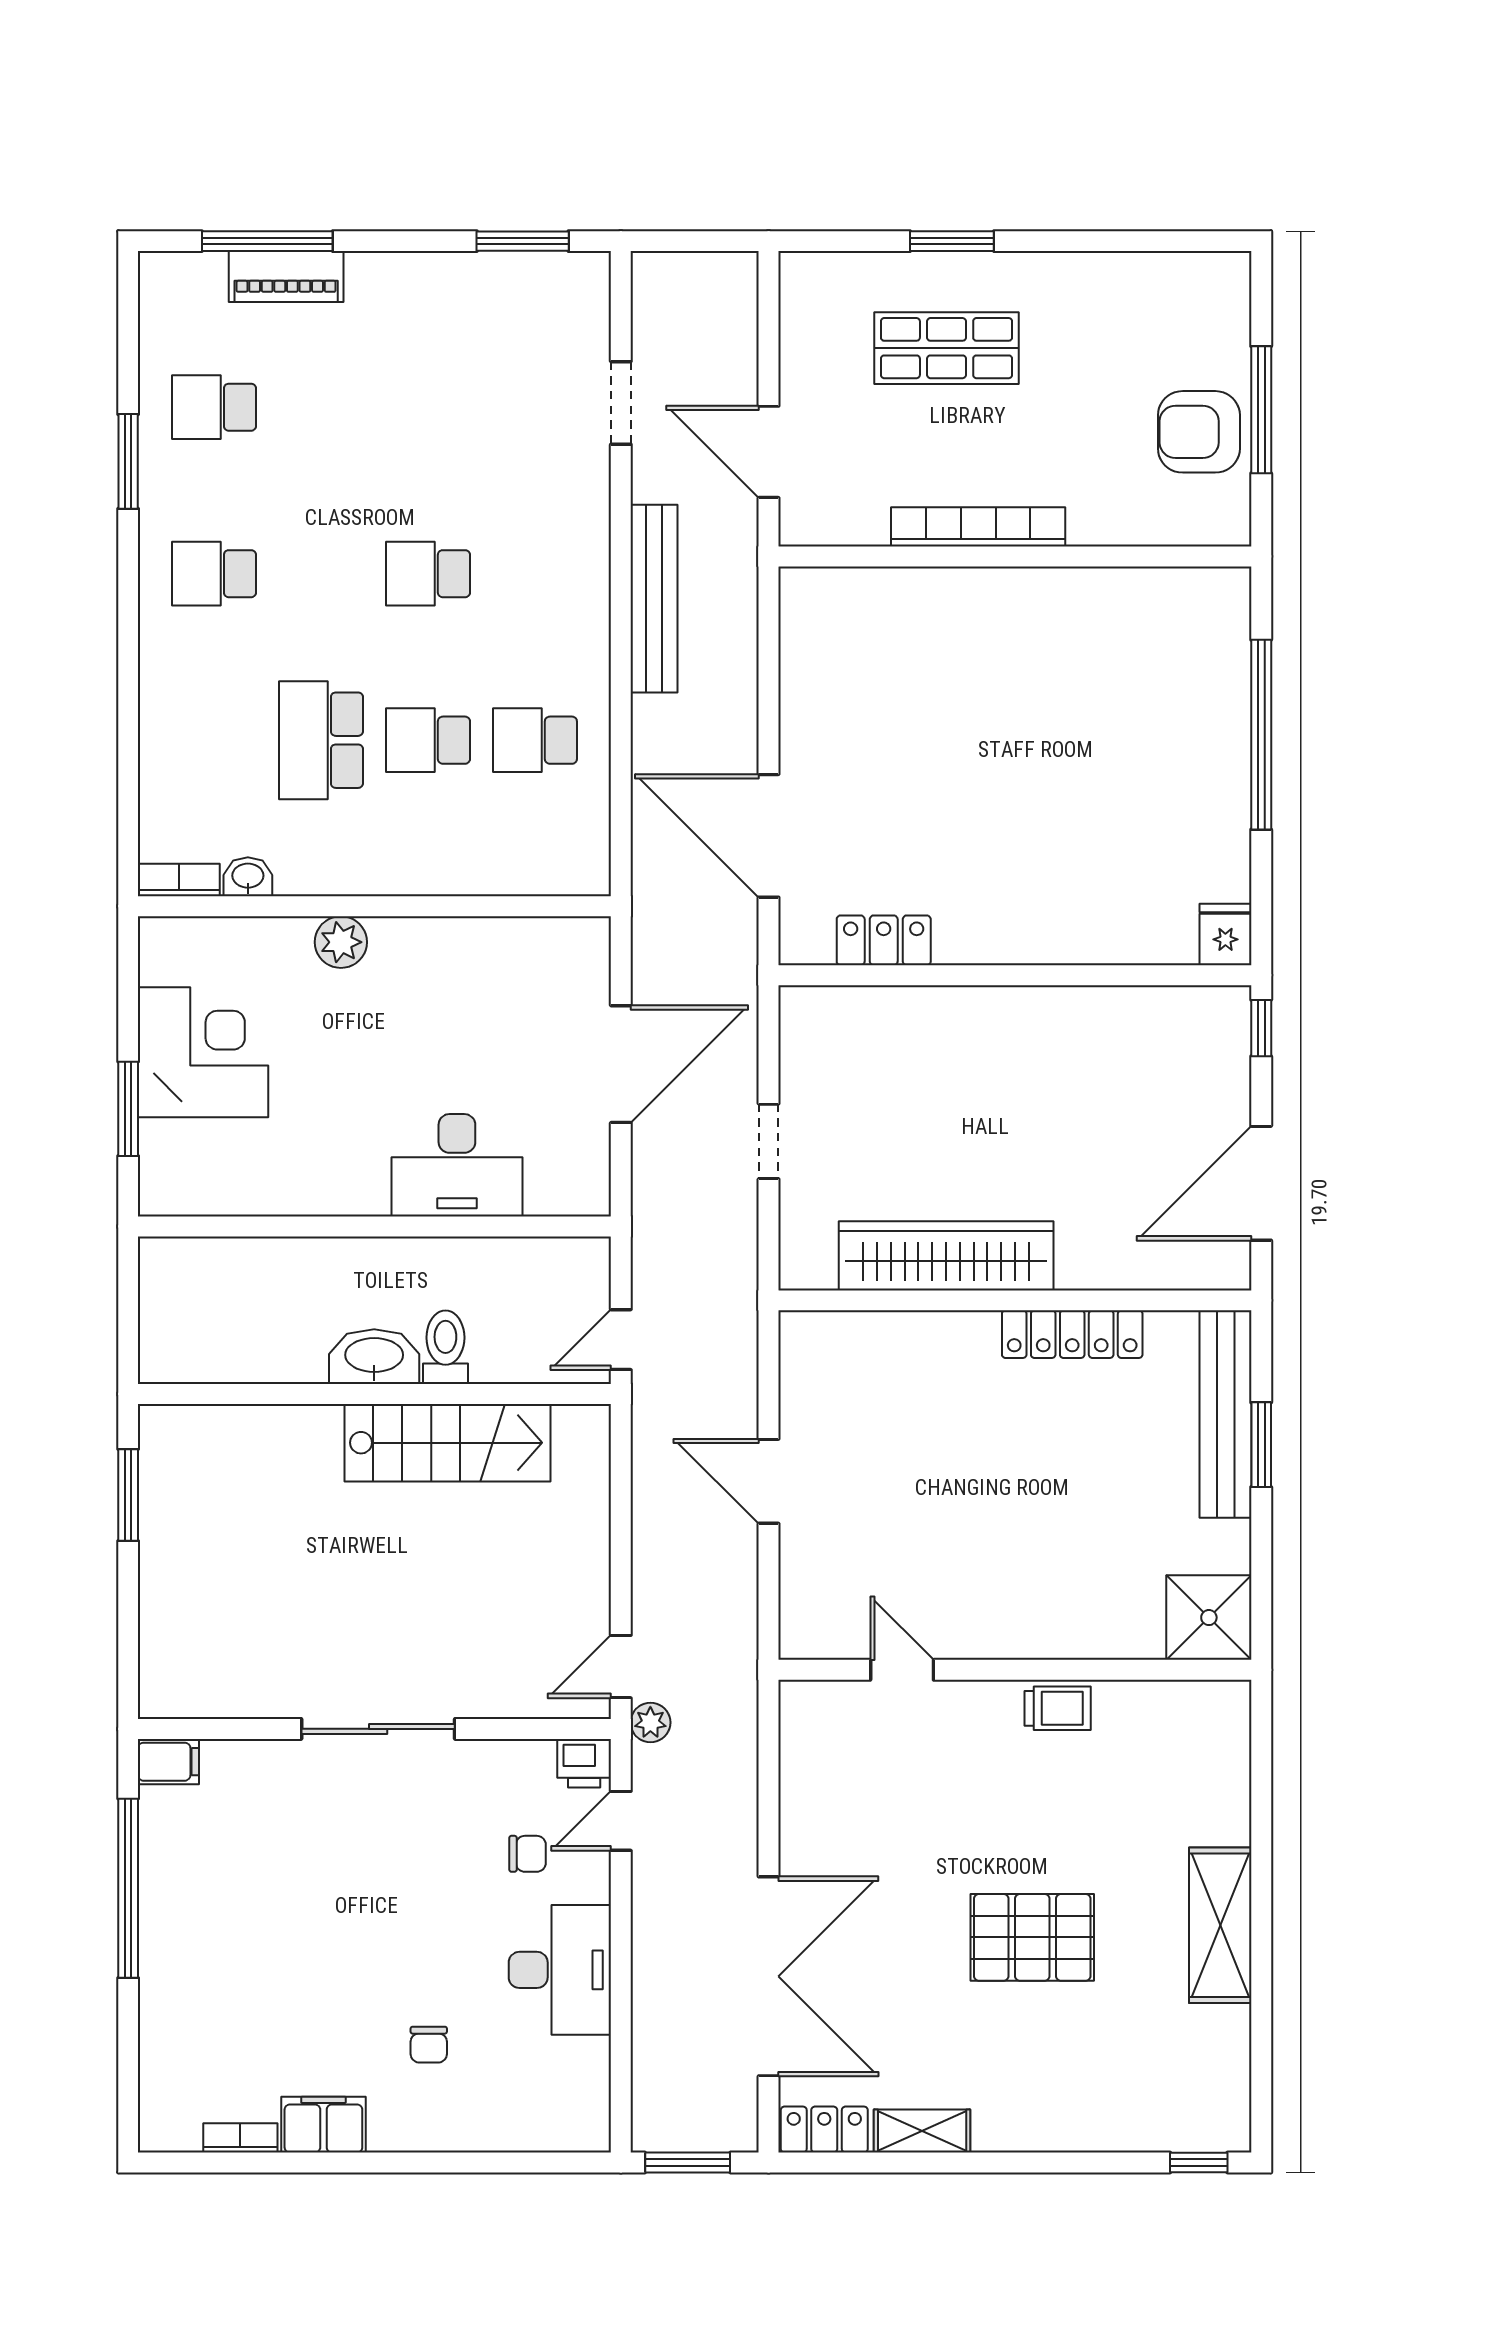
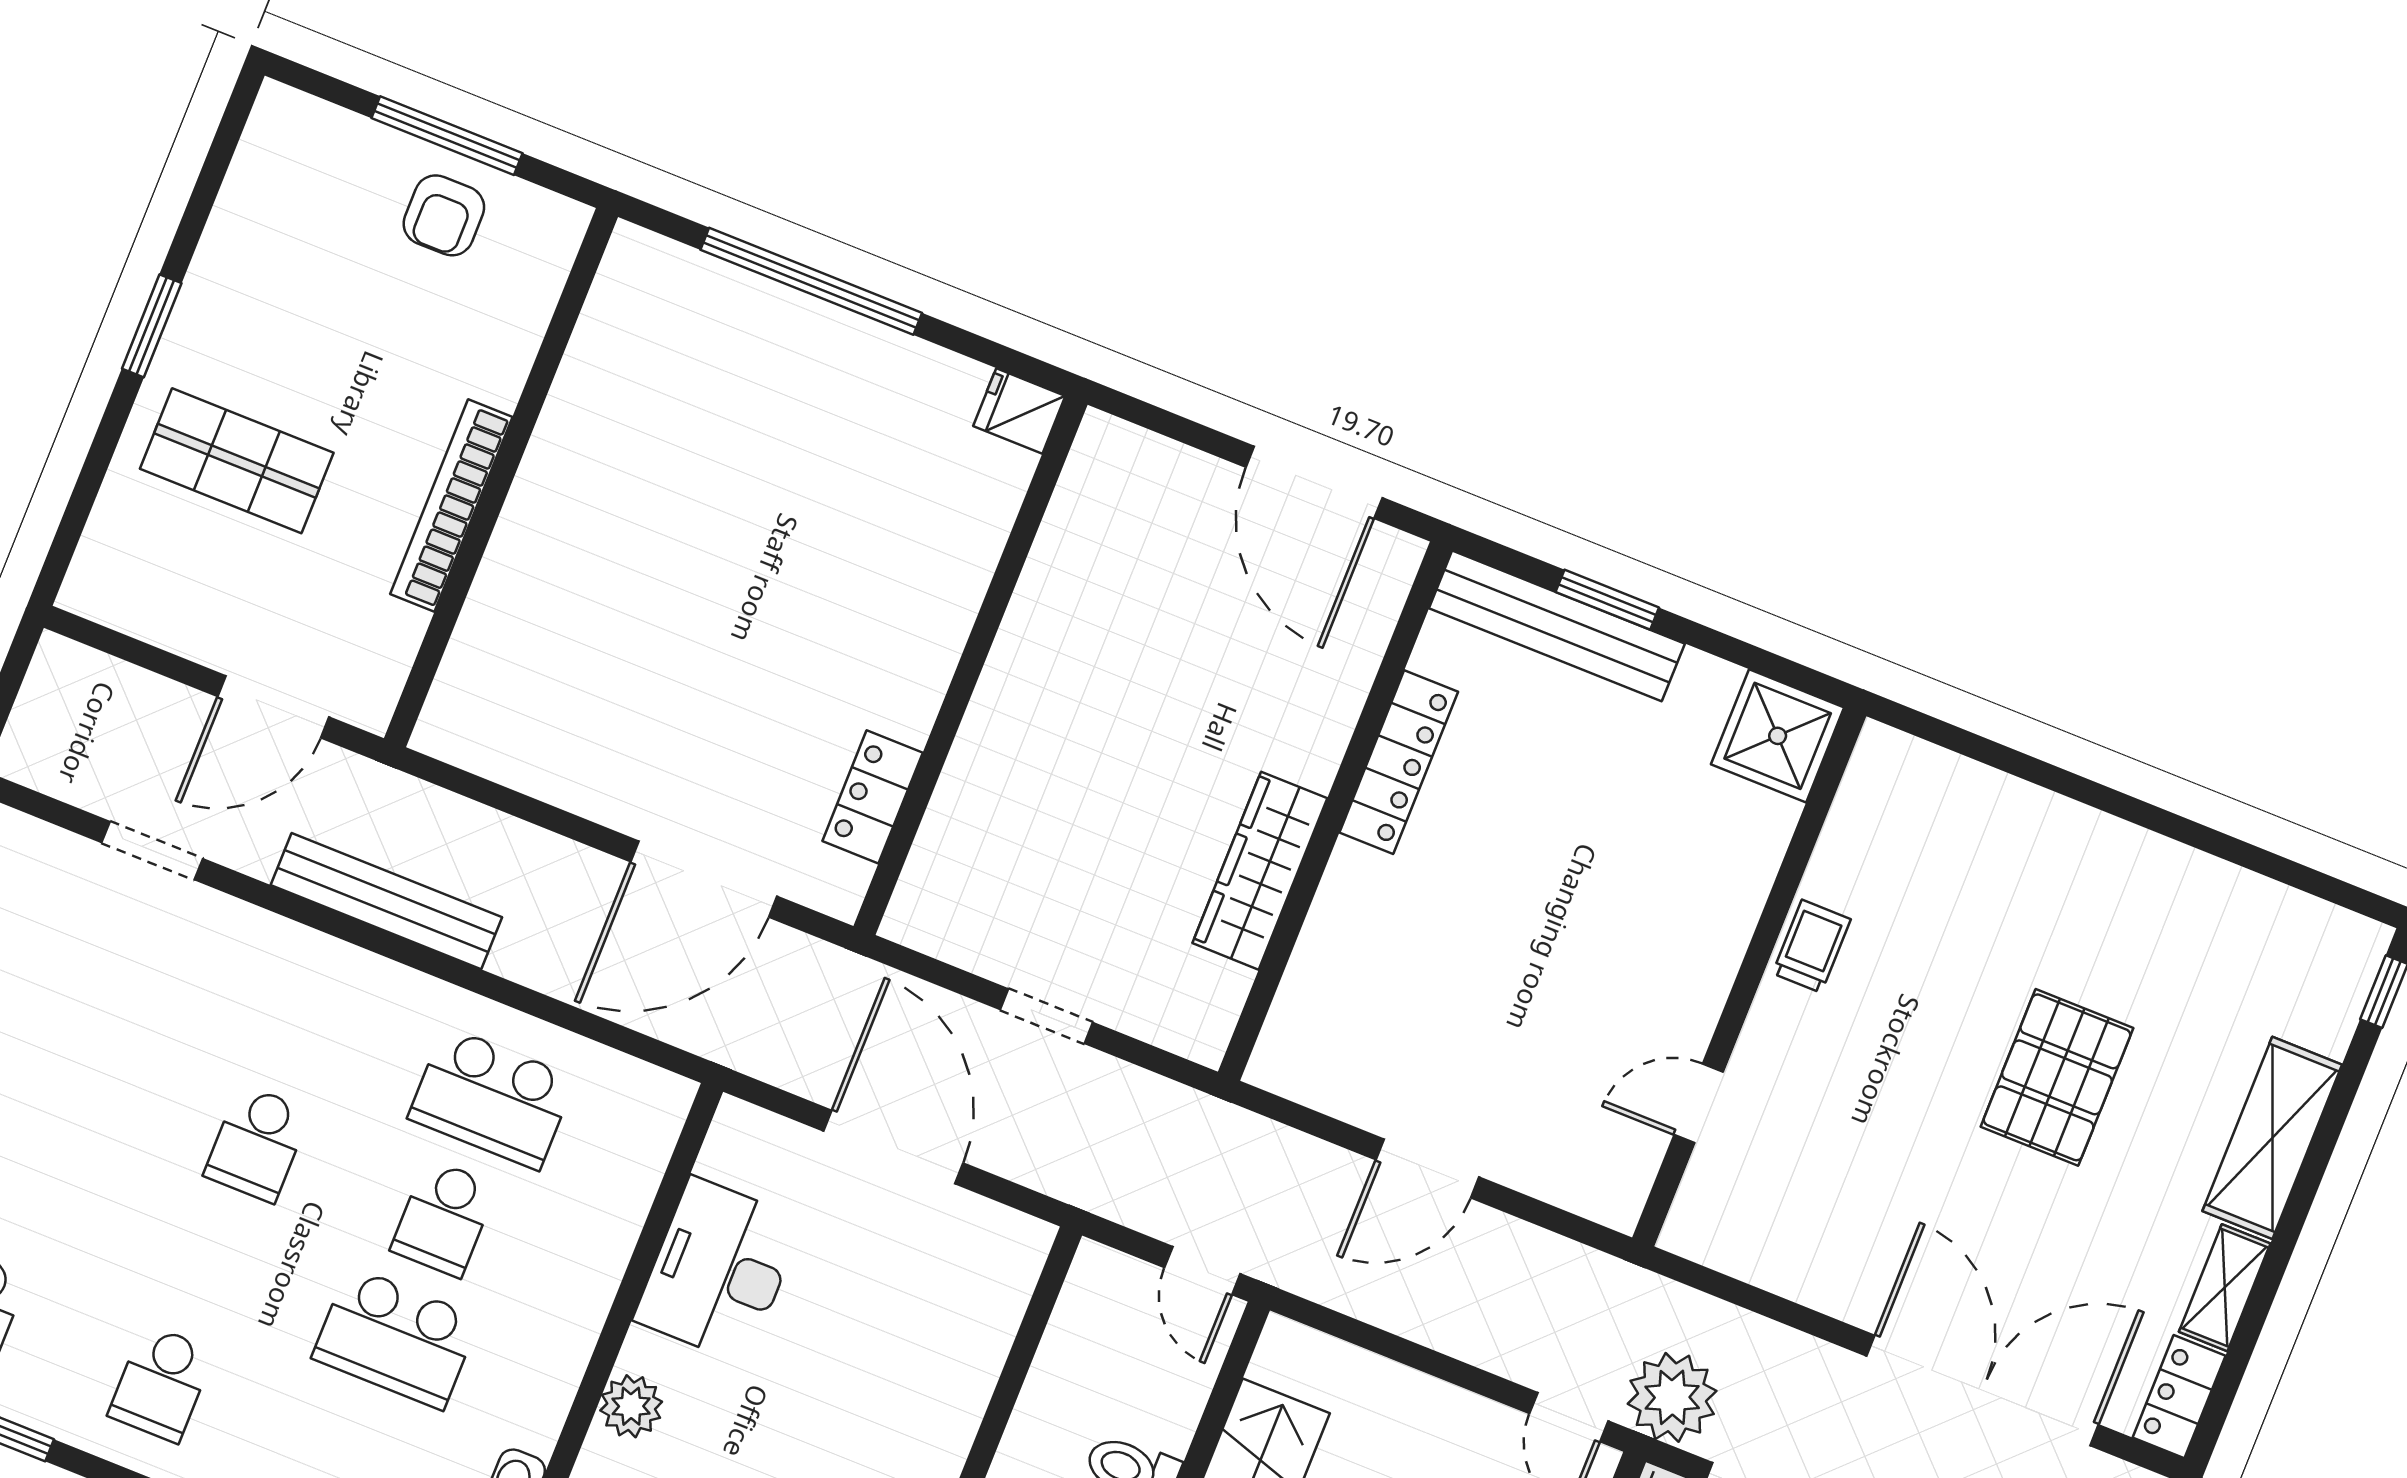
window: (952, 241) -> (152, 326), moved
shop shelf: (947, 348) -> (237, 461), turned 90
armchair: (1199, 432) -> (444, 215), width x0.72, depth x0.72
school desk: (535, 740) -> (492, 1098), width x1.85
window: (1261, 1028) -> (1140, 413), removed
desk: (457, 1165) -> (718, 1270), moved, turned 180
wardrobe: (946, 1256) -> (1260, 871), width x0.71, depth x0.85
plant: (650, 1722) -> (1672, 1397), width x1.87, depth x1.87
shelving: (1220, 1925) -> (2272, 1138), moved, turned 90

